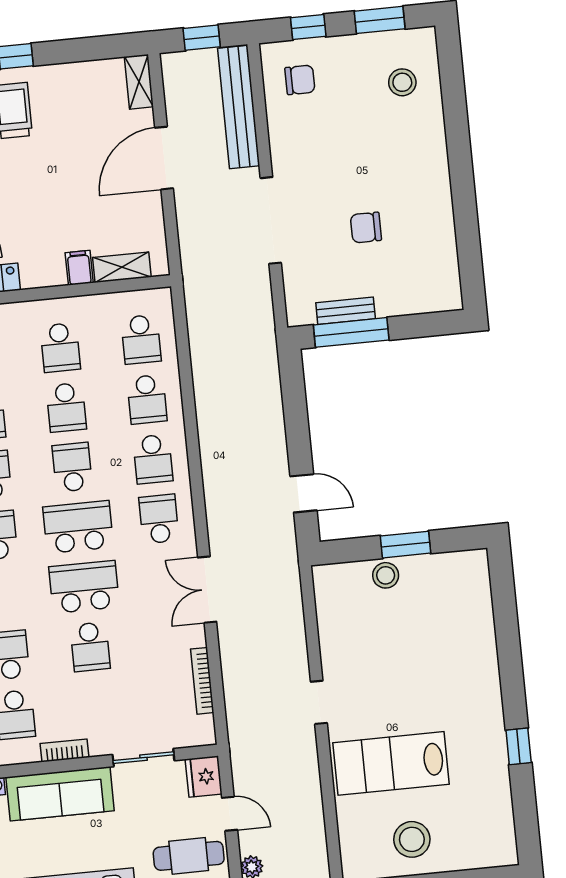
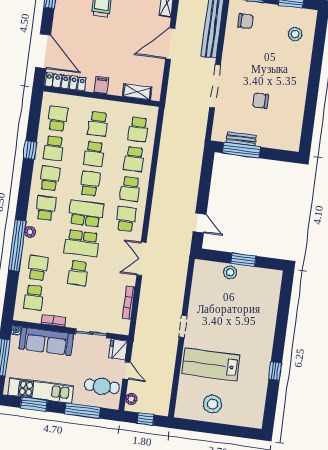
filing cabinet: (79, 268) -> (102, 85), moved
school desk: (84, 587) -> (82, 243), turned 180

